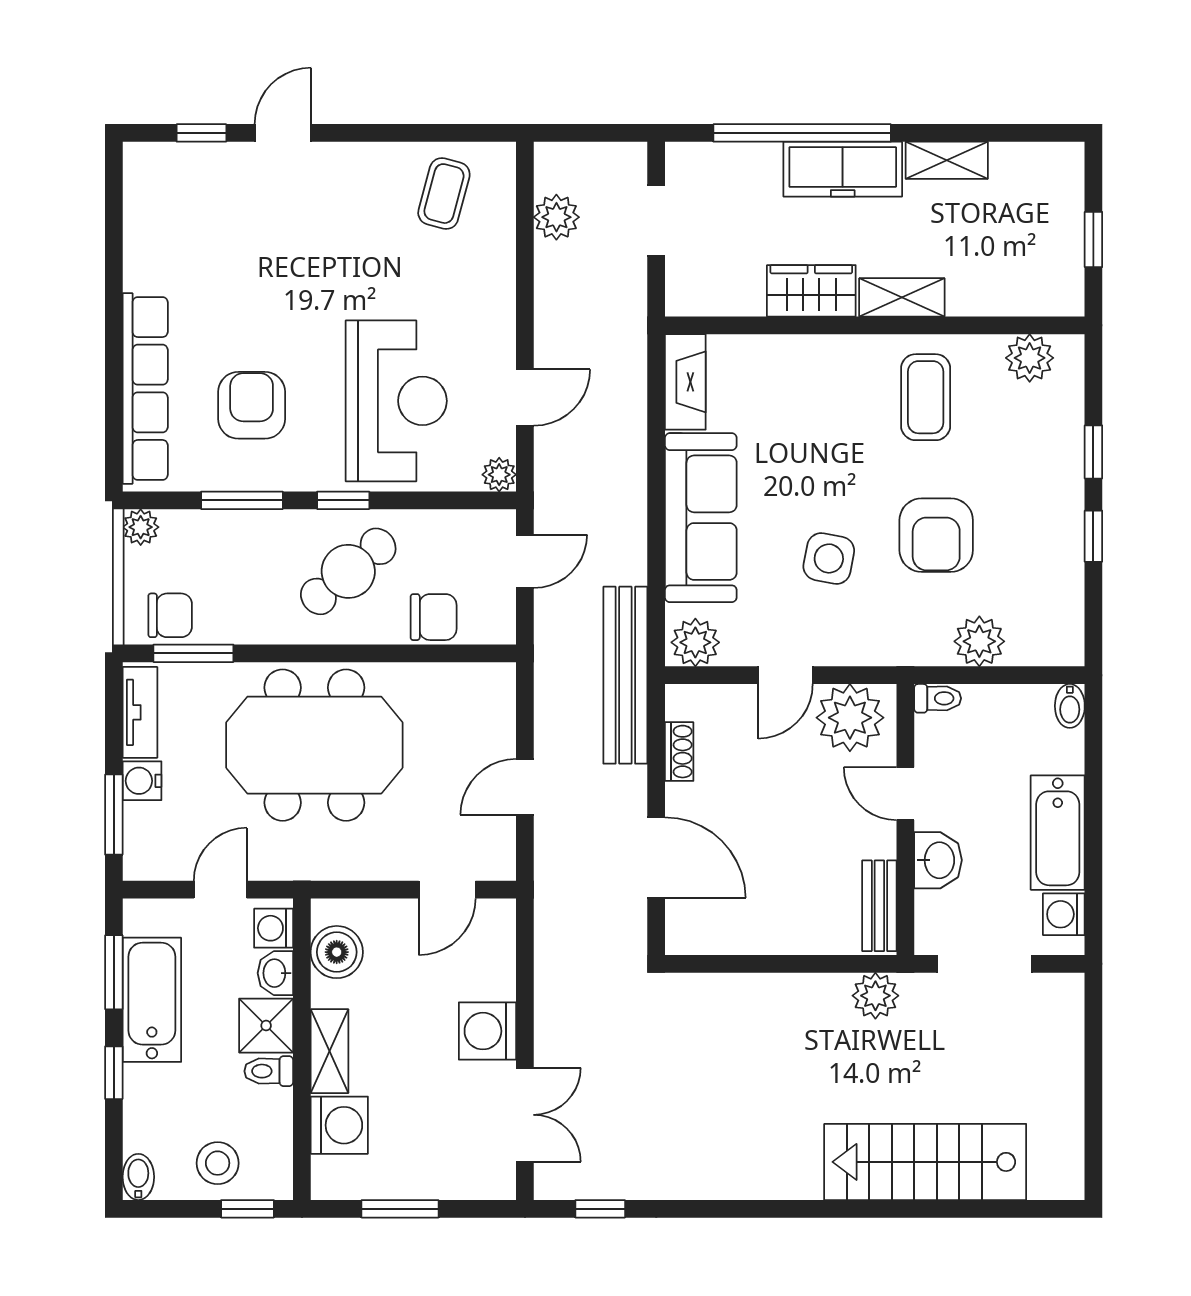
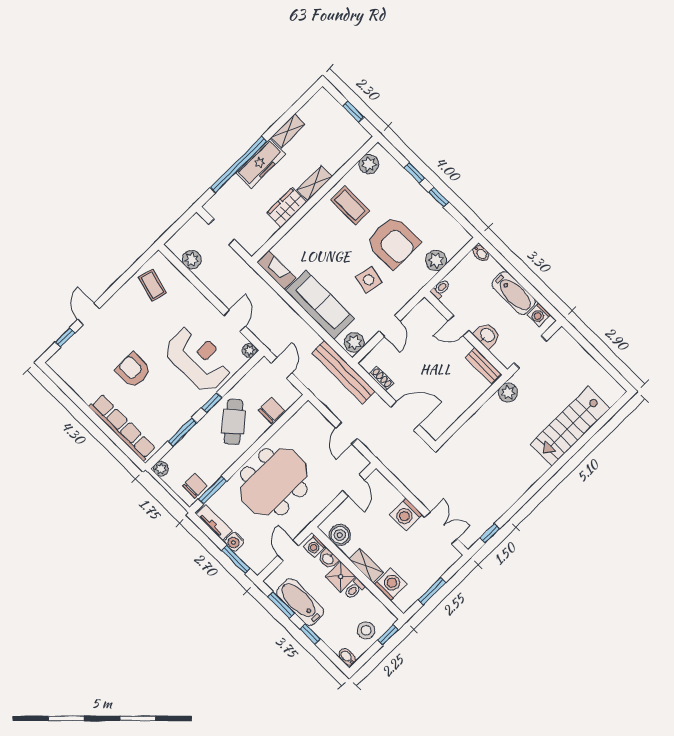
armchair: (252, 405) -> (133, 370), moved
armchair: (936, 535) -> (393, 242), width x1.36, depth x1.36
plant: (850, 718) -> (421, 320), removed

